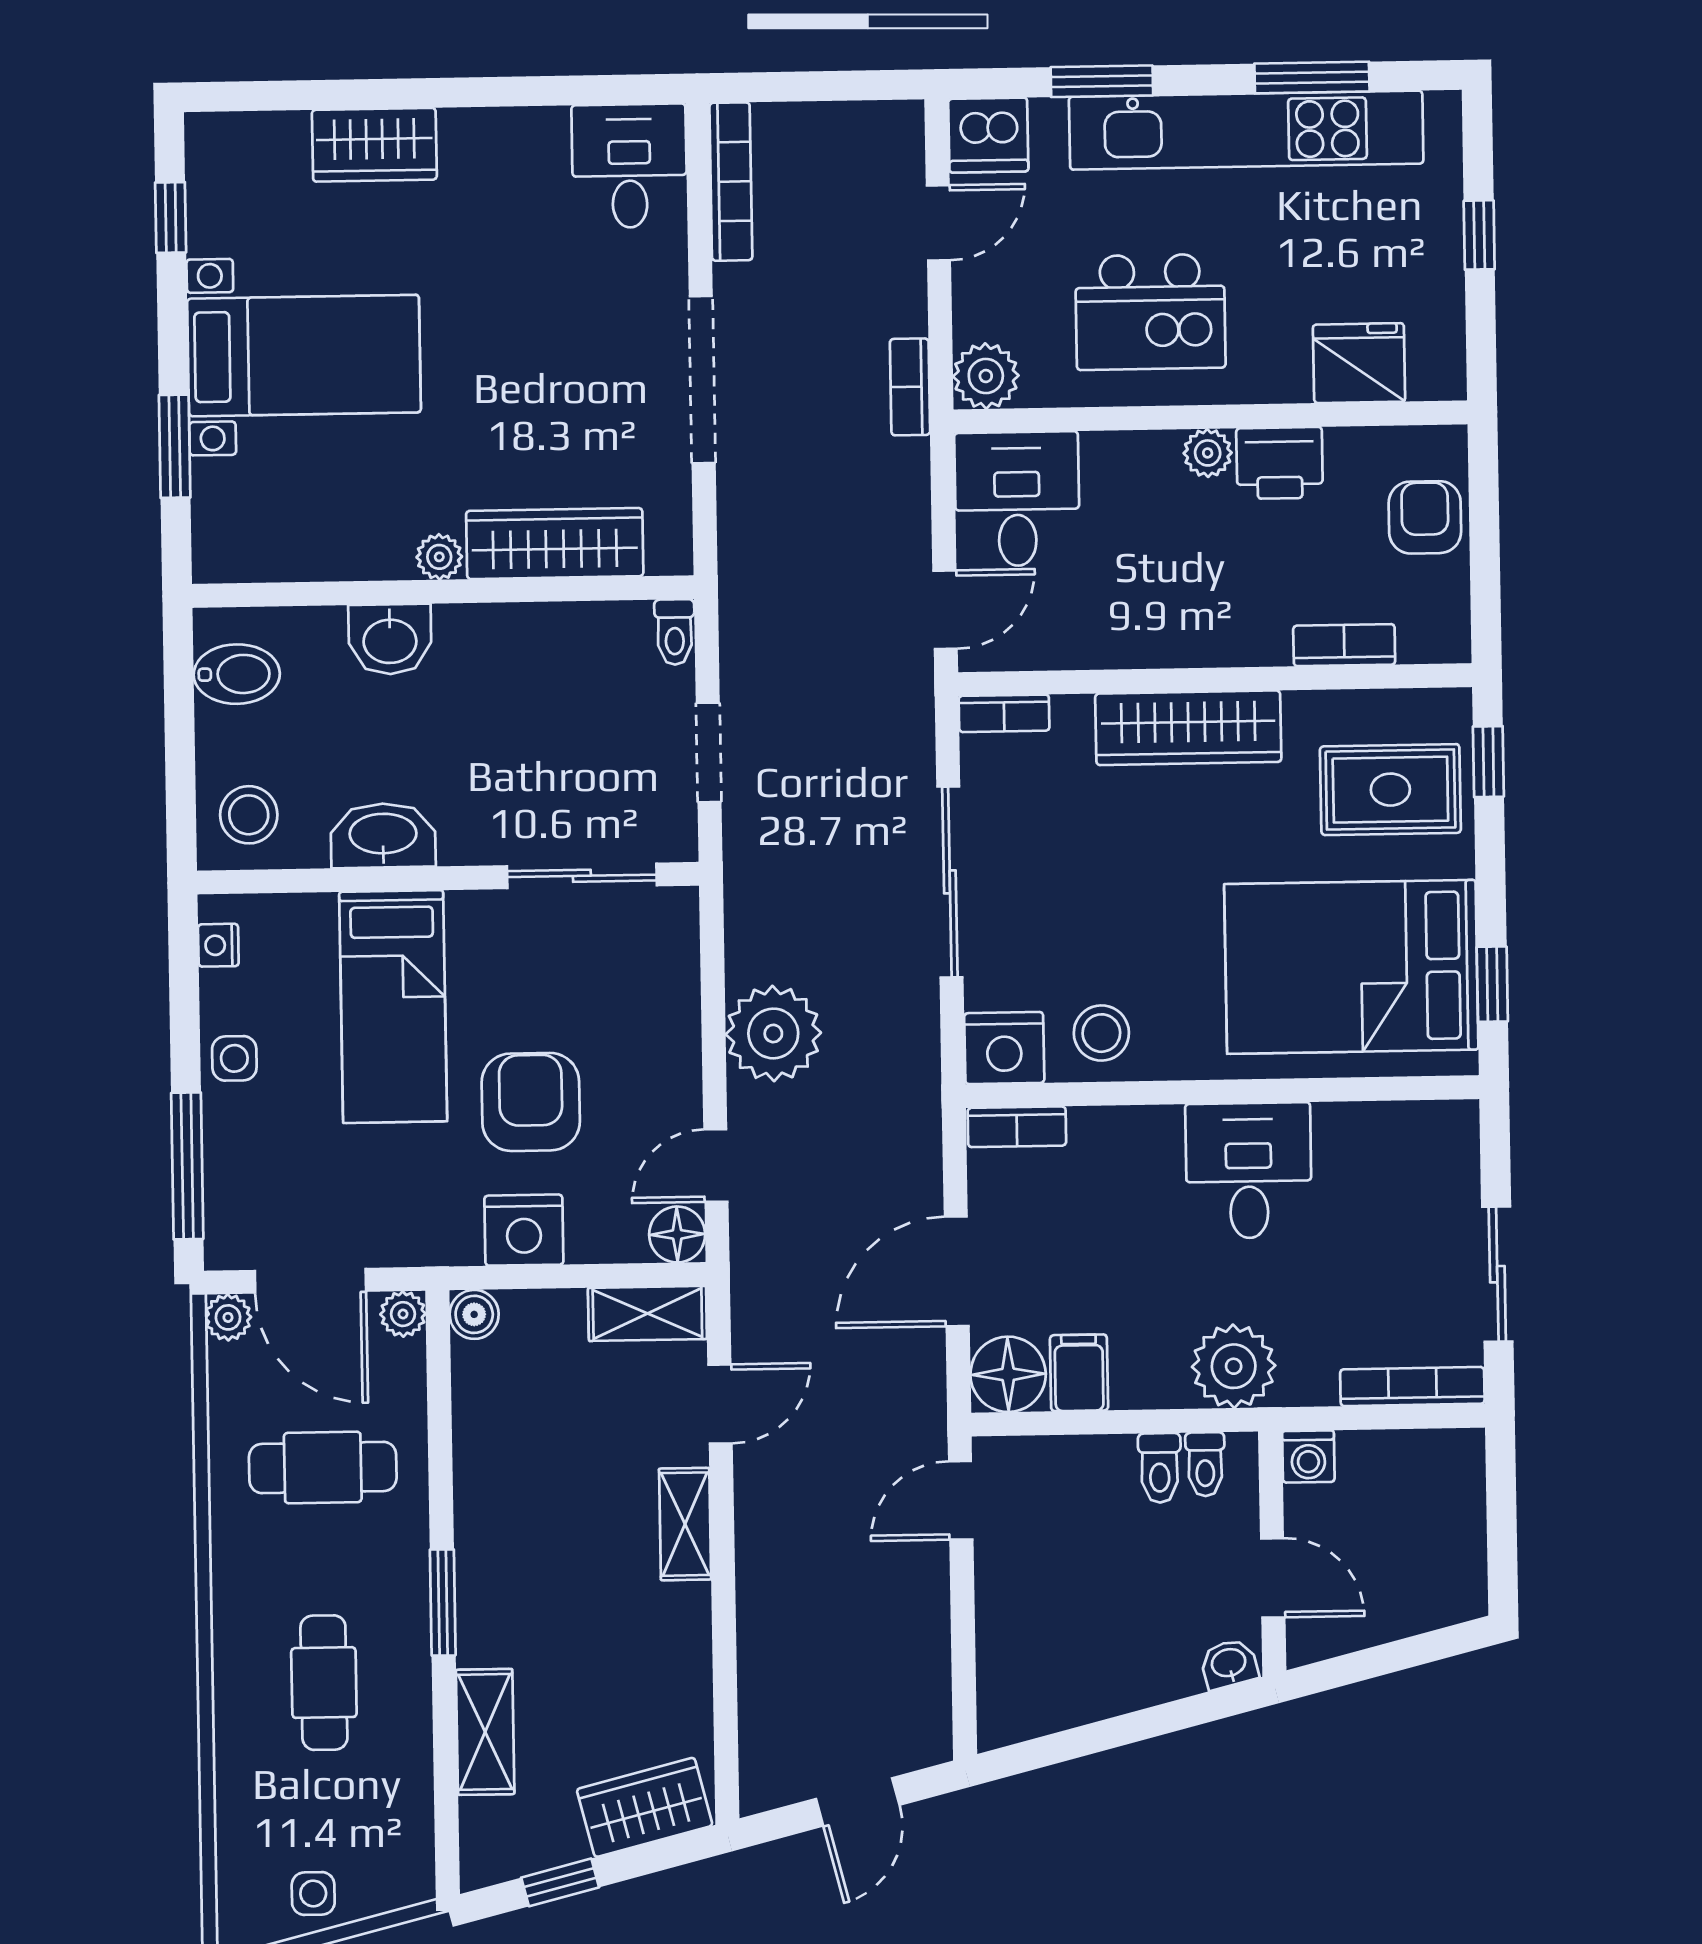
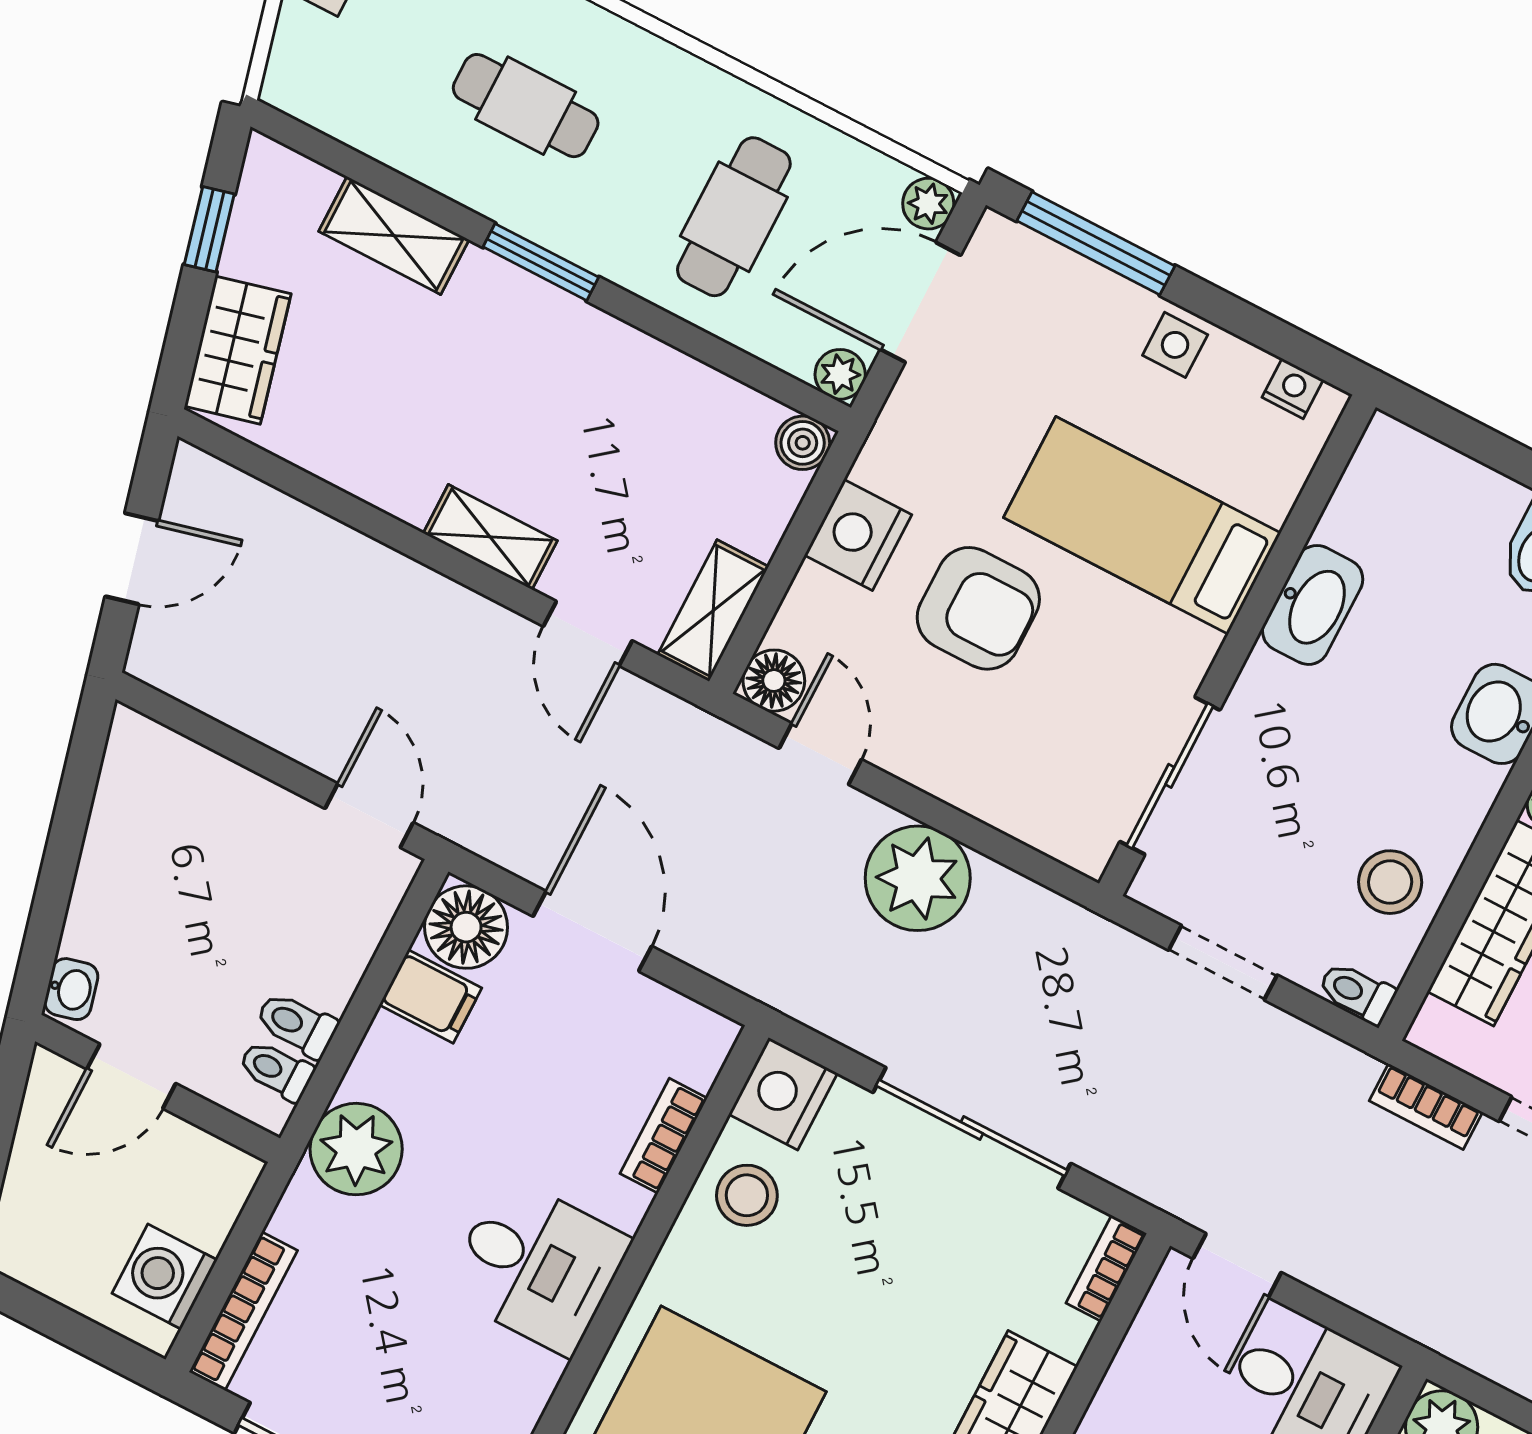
bookcase: (910, 387) -> (1426, 1107), moved, turned 180
stool: (249, 815) -> (1390, 882), moved
bookcase: (1017, 1127) -> (664, 1136), moved
washing machine: (1308, 1457) -> (165, 1277), moved, width x1.38, depth x1.38
door: (858, 1802) -> (132, 559), swing flipped

